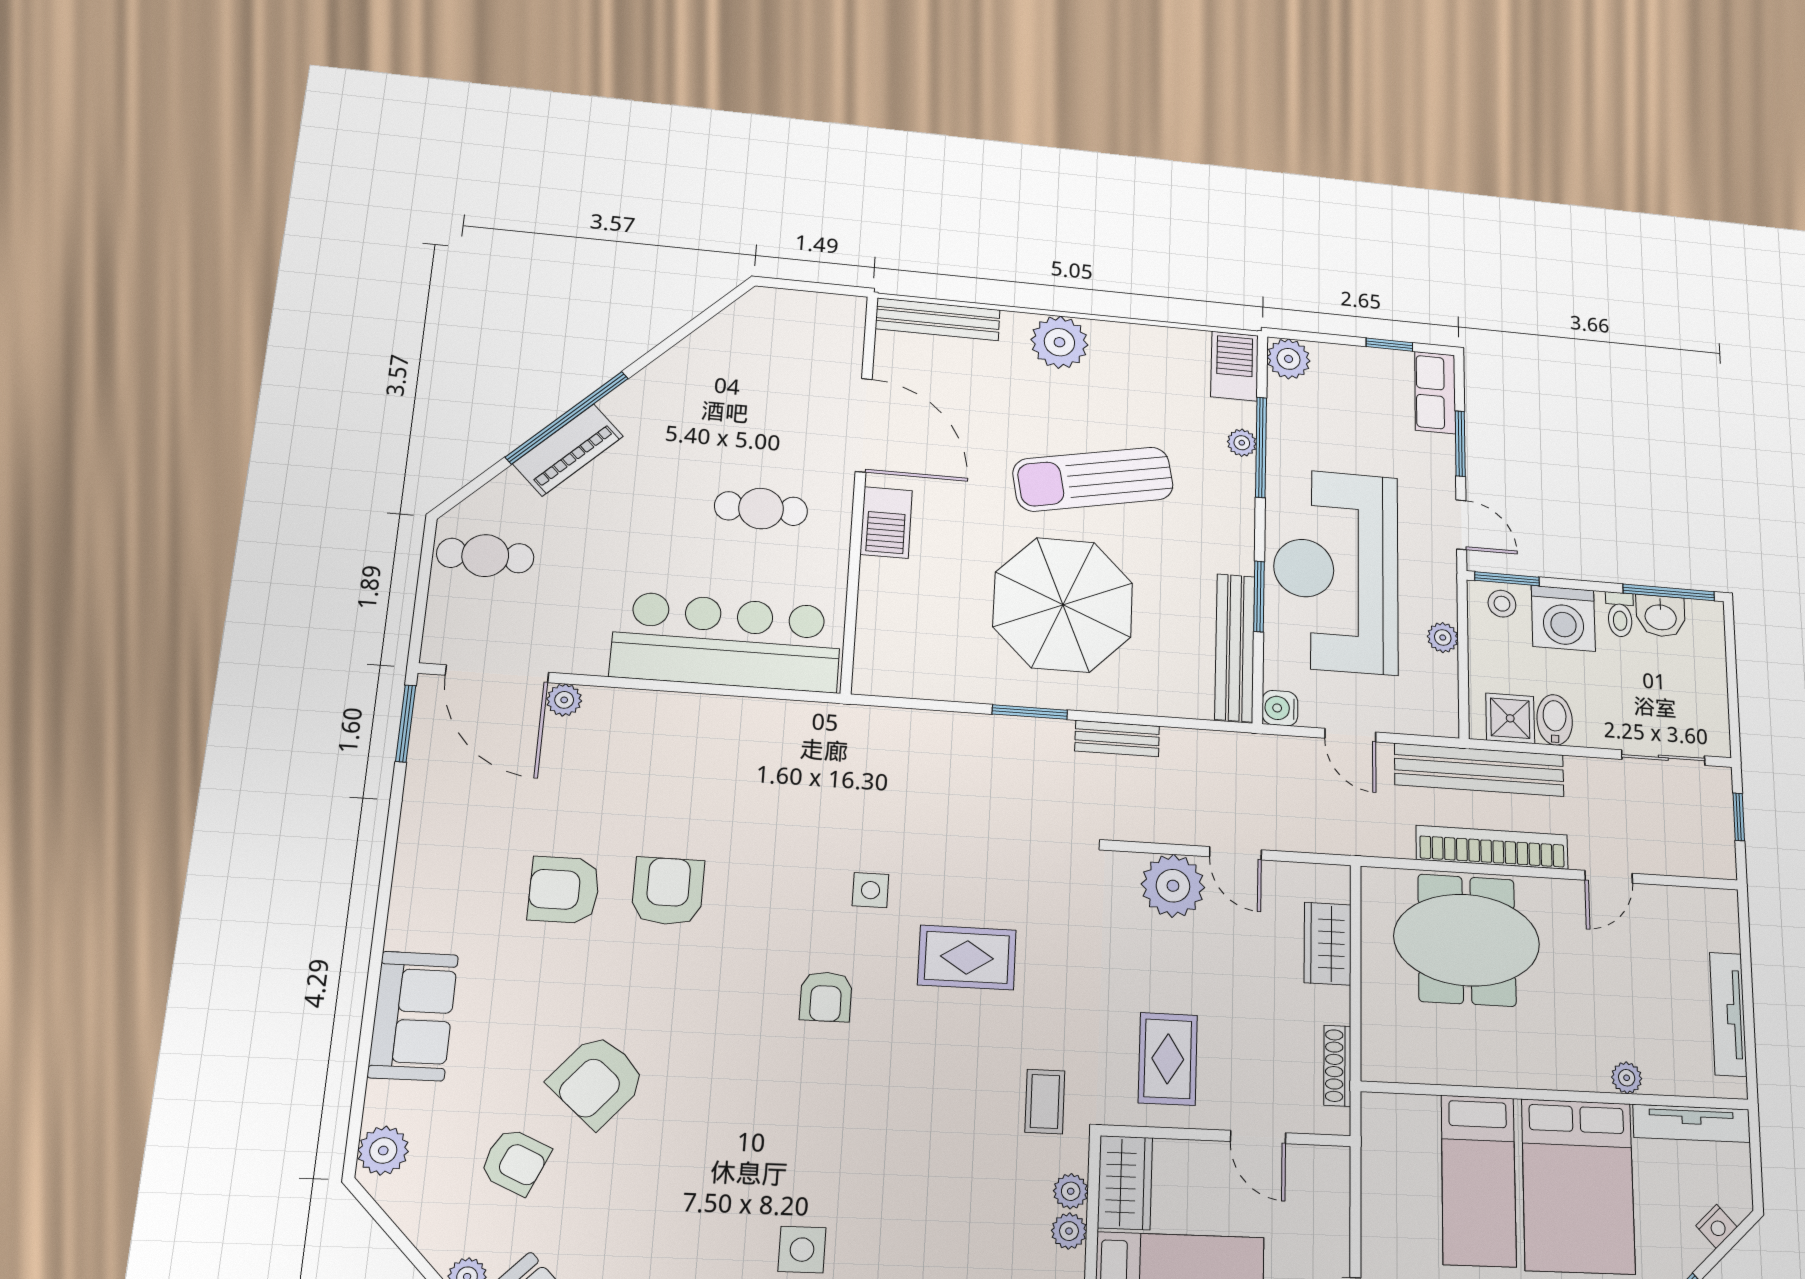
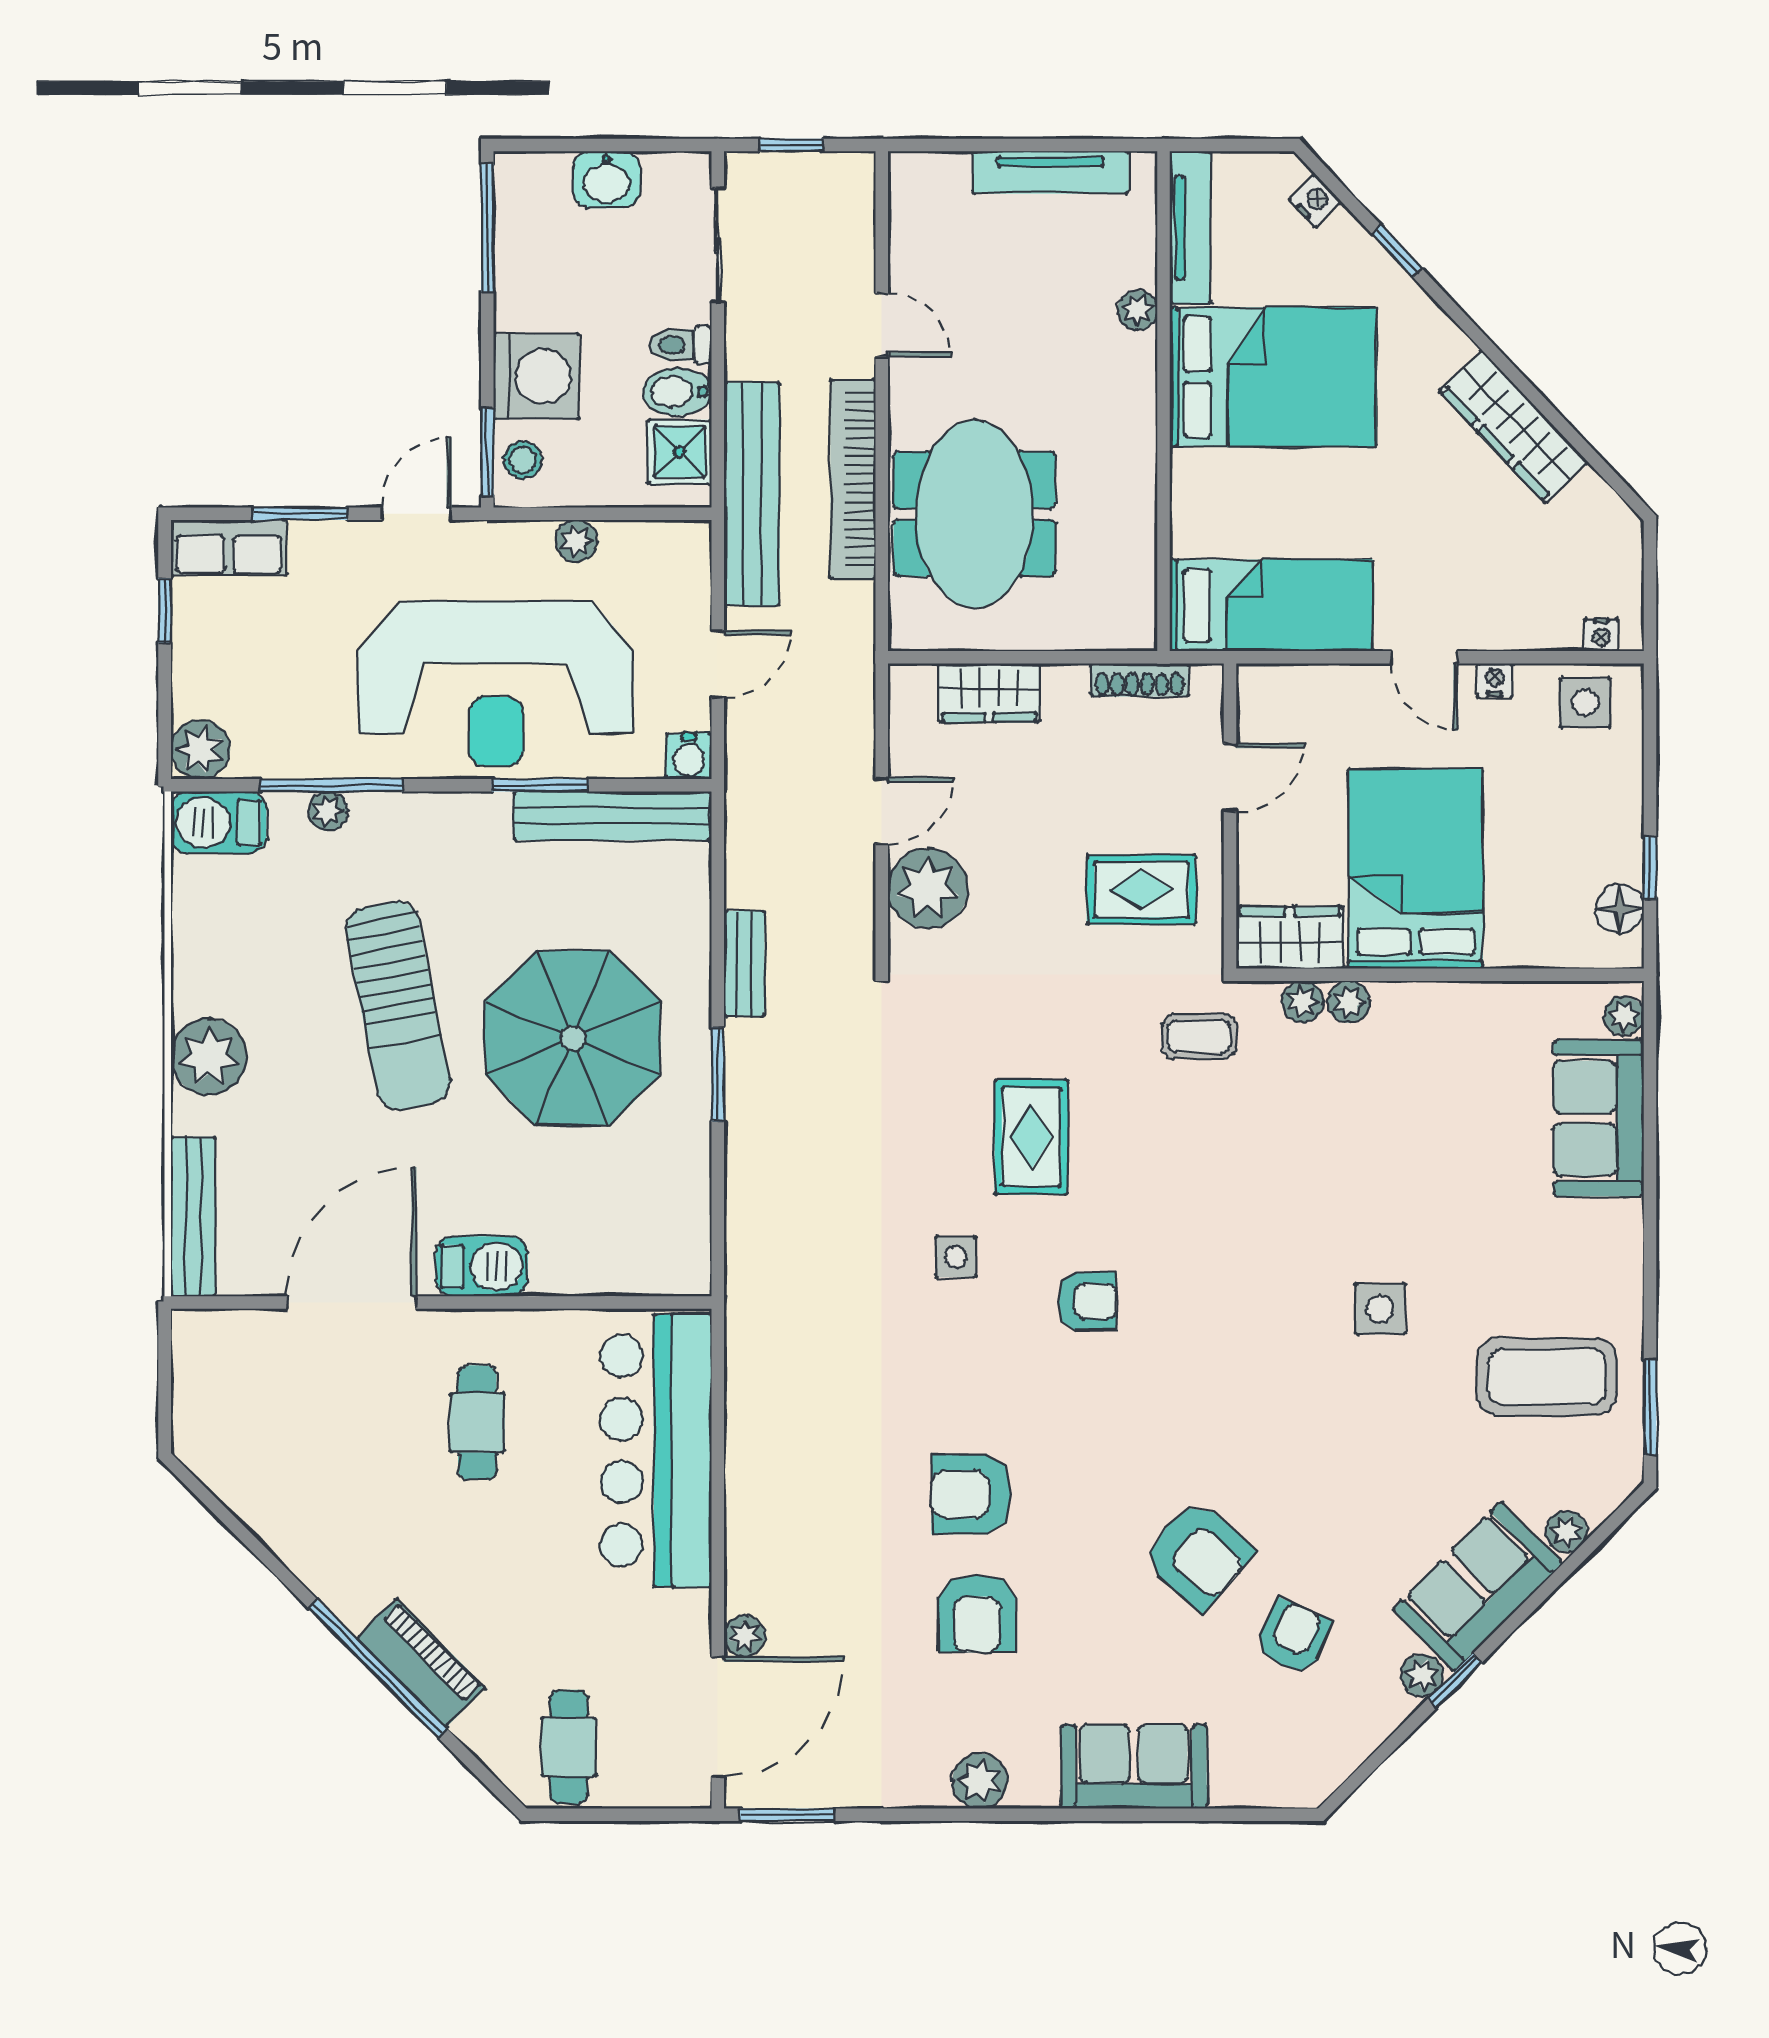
toilet: (1620, 615) -> (681, 345), moved, turned 180
washbasin: (1661, 616) -> (607, 180), moved, turned 90
plant: (383, 1151) -> (980, 1781), moved
bed: (1479, 1181) -> (1271, 605), moved

